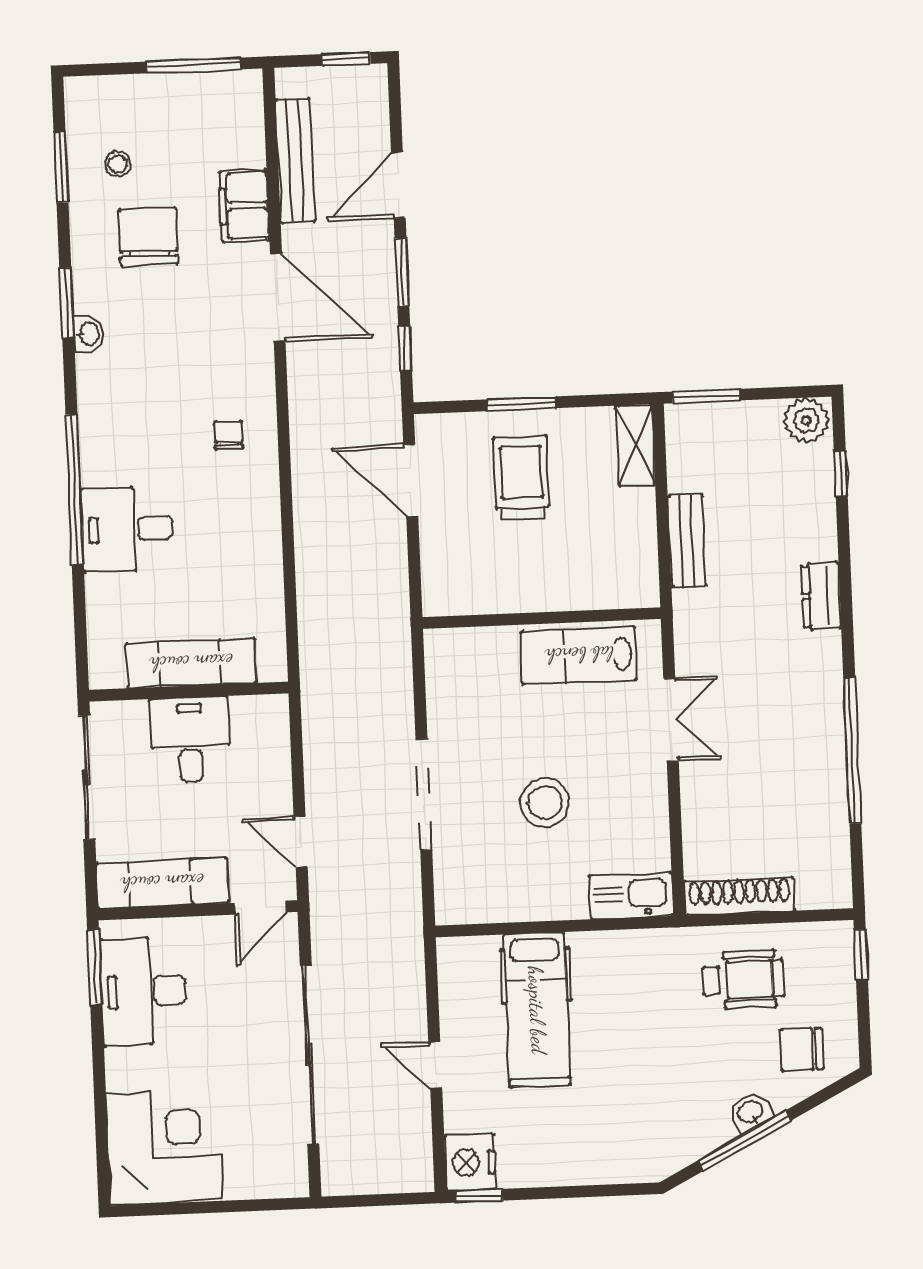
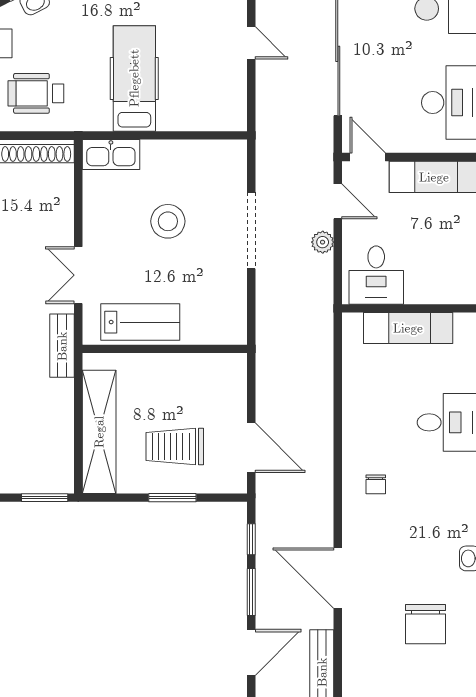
stool: (118, 164) -> (444, 675), removed
filing cabinet: (244, 206) -> (358, 643), removed
shelving: (635, 445) -> (99, 432), width x2.20, depth x1.33
trolley: (521, 478) -> (175, 447), turned 90
bench: (687, 541) -> (62, 346), moved
desk: (190, 740) -> (376, 275), moved
plant: (320, 782) -> (323, 242), added
door: (260, 908) -> (368, 157), hinge flipped
hospital bed: (537, 1010) -> (134, 78), moved

